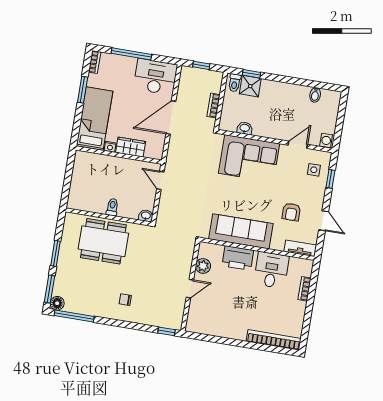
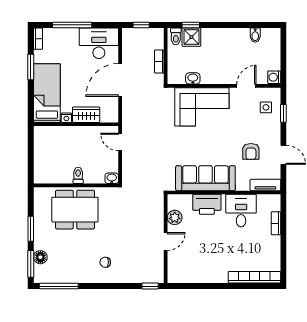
floor lamp: (57, 303) -> (40, 257), moved

